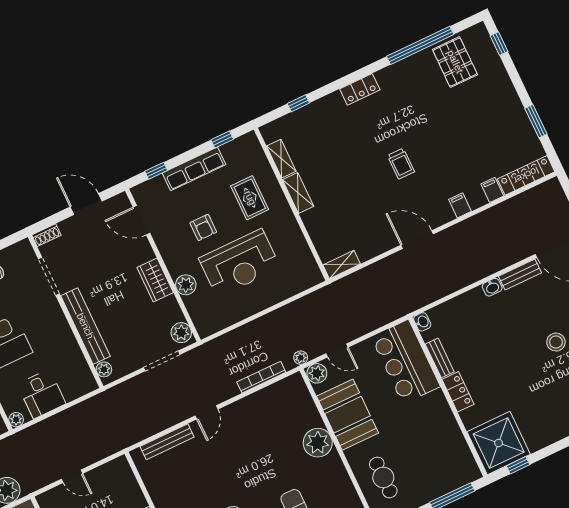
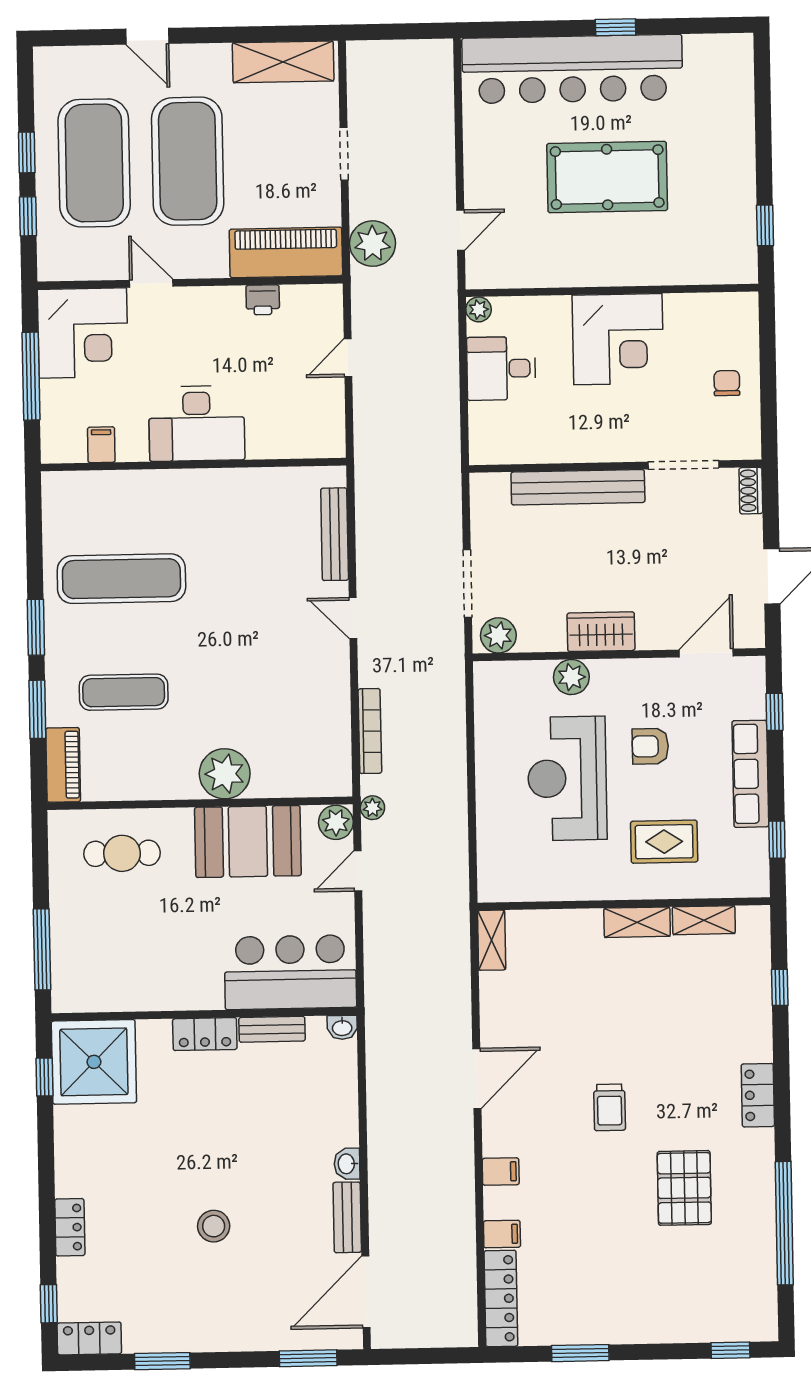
pallet: (455, 62) -> (684, 1188), moved, turned 90
trolley: (401, 164) -> (610, 1107), turned -90
plant: (104, 369) -> (495, 486), removed

